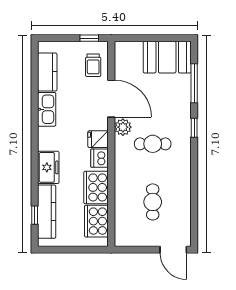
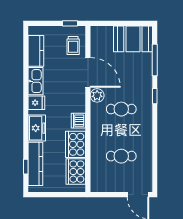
fridge: (98, 139) -> (36, 103), moved, turned 180
cafe table: (153, 202) -> (121, 156), turned 90

